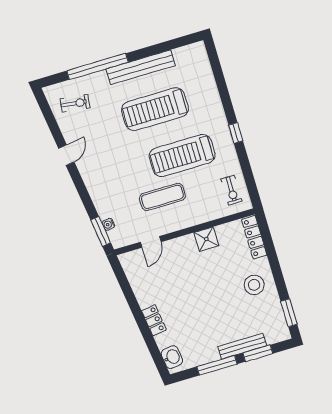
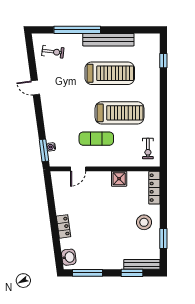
treadmill: (155, 109) -> (110, 73), turned 180
window: (236, 133) -> (163, 61), moved
door: (66, 155) -> (35, 88), swing flipped
treadmill: (182, 156) -> (120, 113), turned 180
window: (289, 313) -> (163, 238), moved
bench: (242, 346) -> (142, 264), moved
window: (217, 365) -> (87, 273), moved

